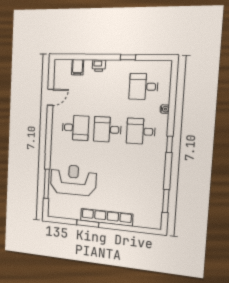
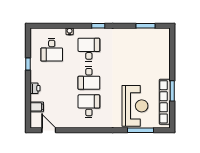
door: (50, 97) -> (49, 130), moved
desk: (141, 131) -> (89, 50), turned 180
reception desk: (73, 180) -> (135, 106), turned 180
row of seats: (106, 217) -> (165, 102), moved

